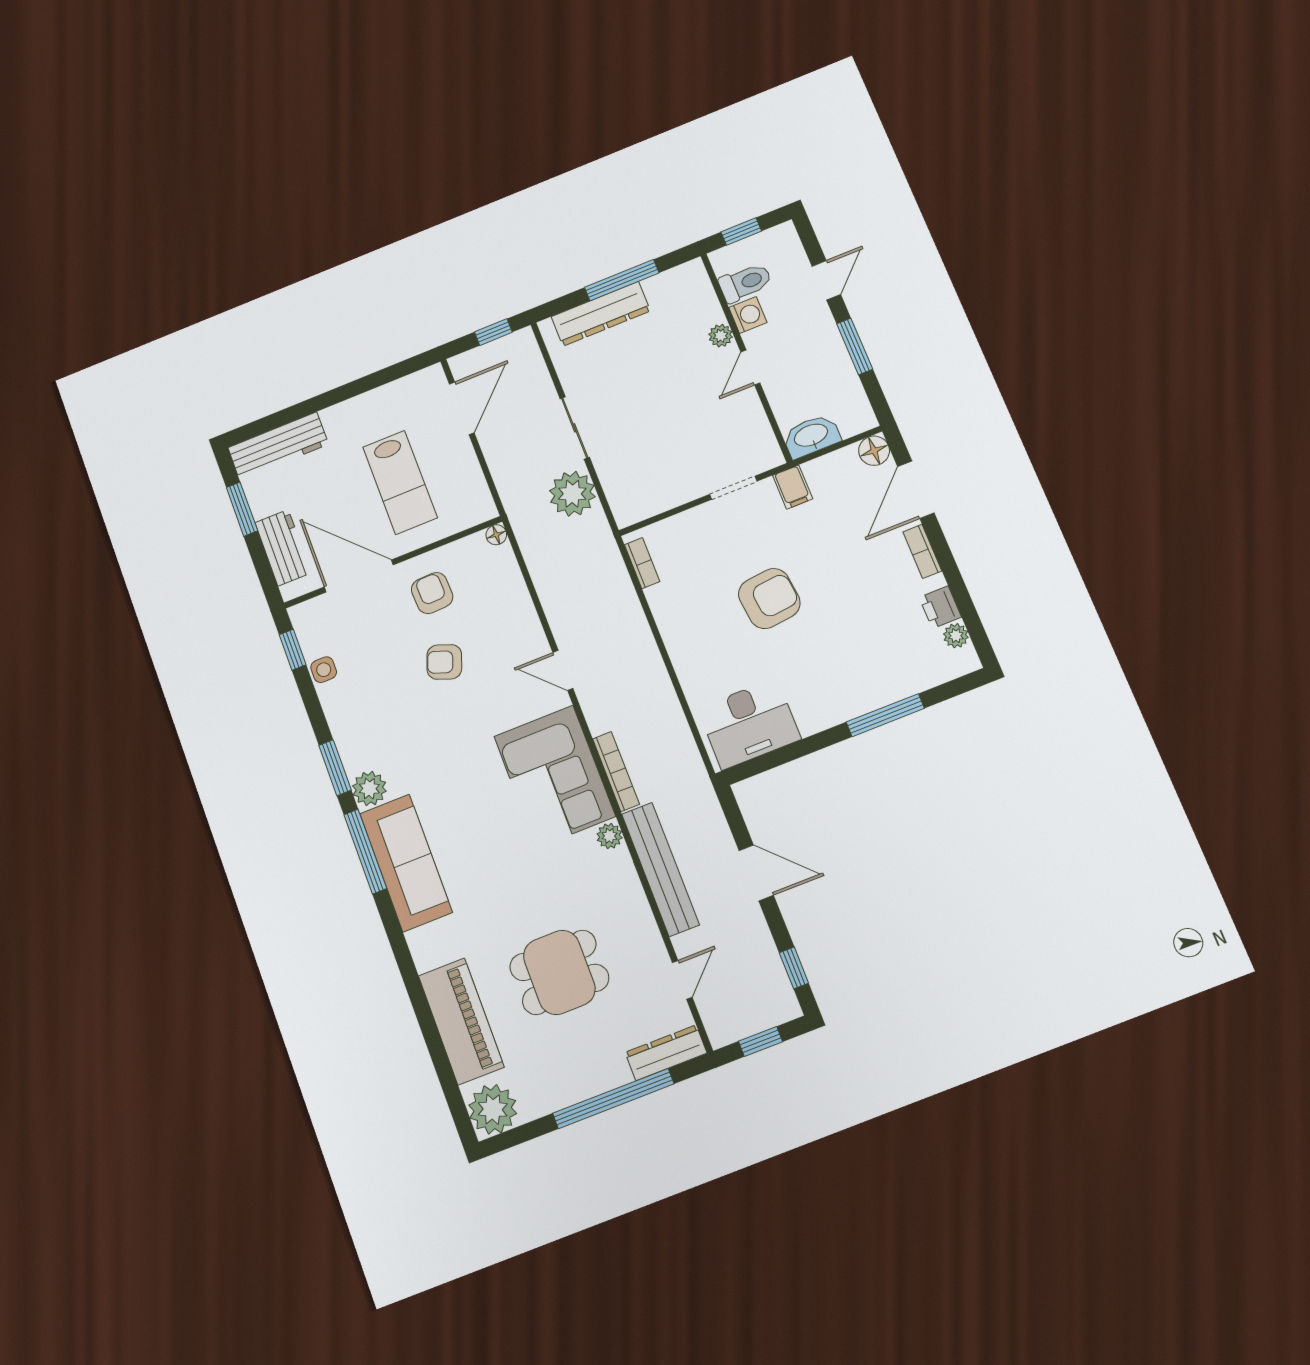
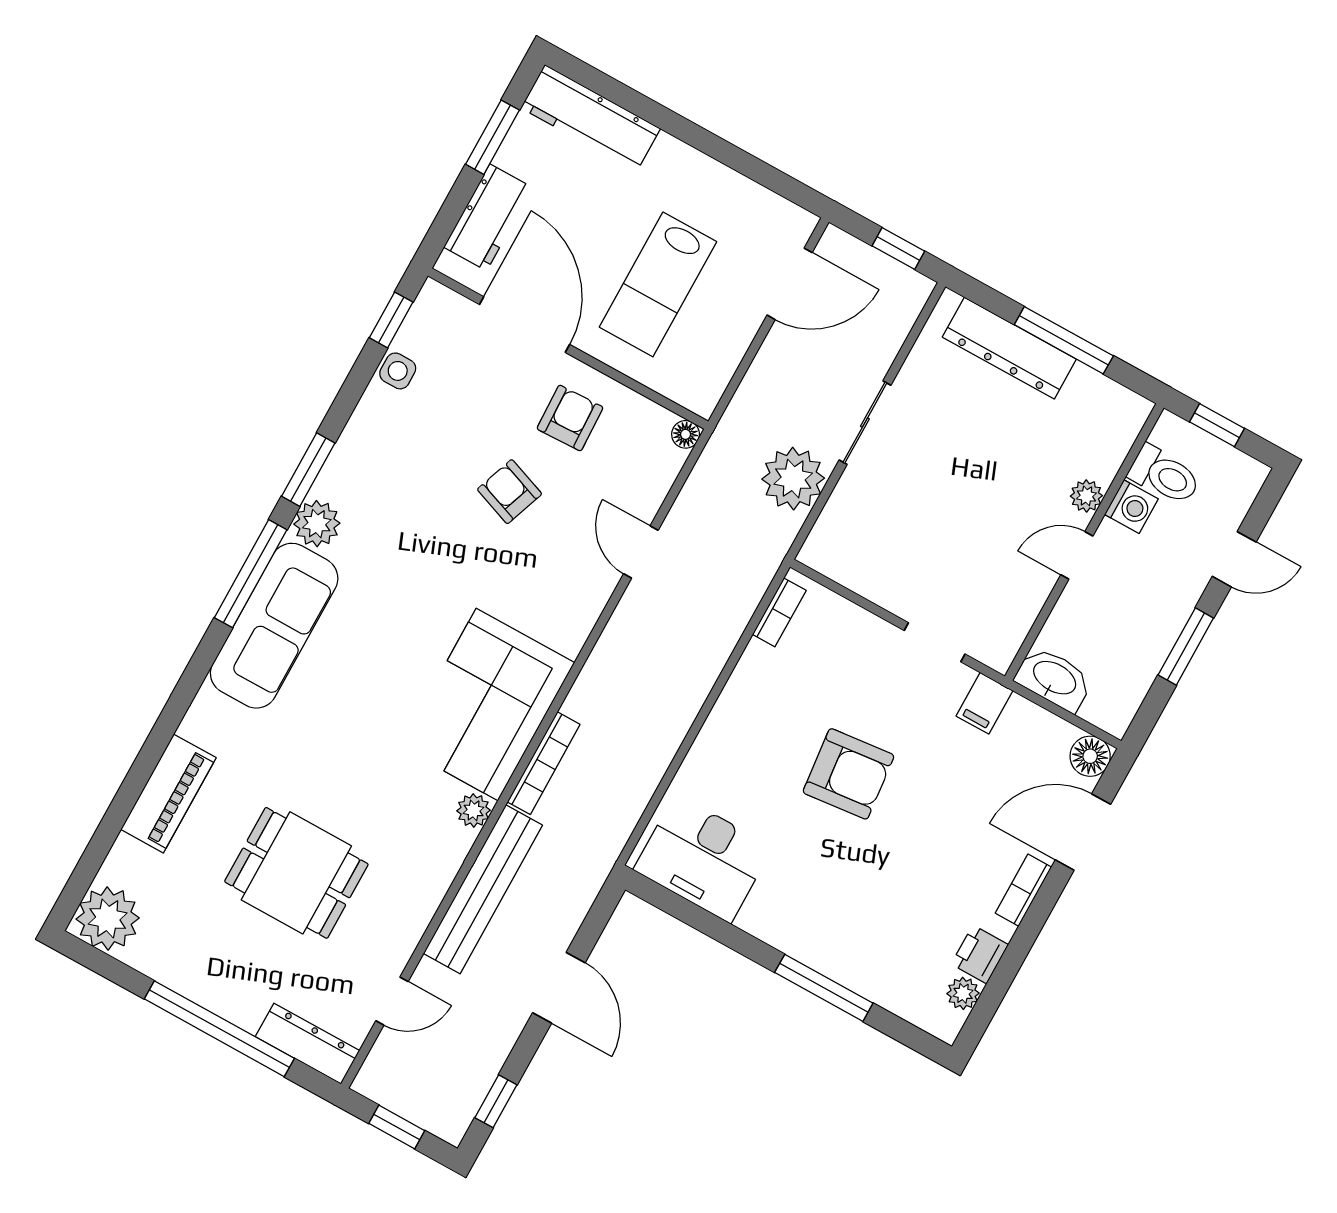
door: (563, 670) -> (641, 552), moved
piano: (461, 1021) -> (168, 794), width x0.73, depth x0.75

